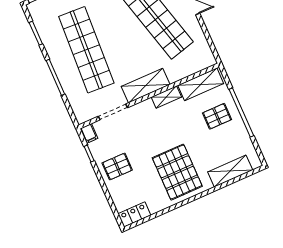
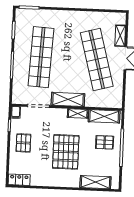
pallet: (117, 166) -> (23, 143), turned 90
pallet: (177, 172) -> (66, 152), moved

